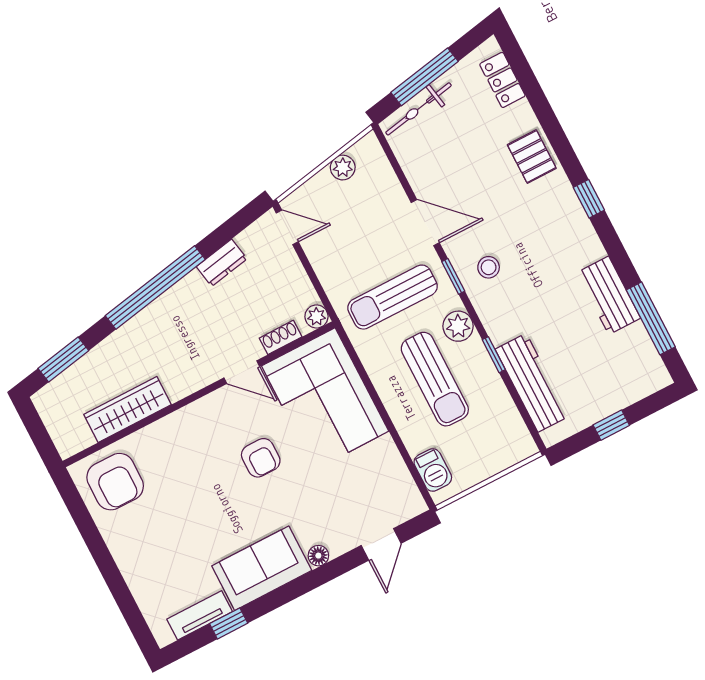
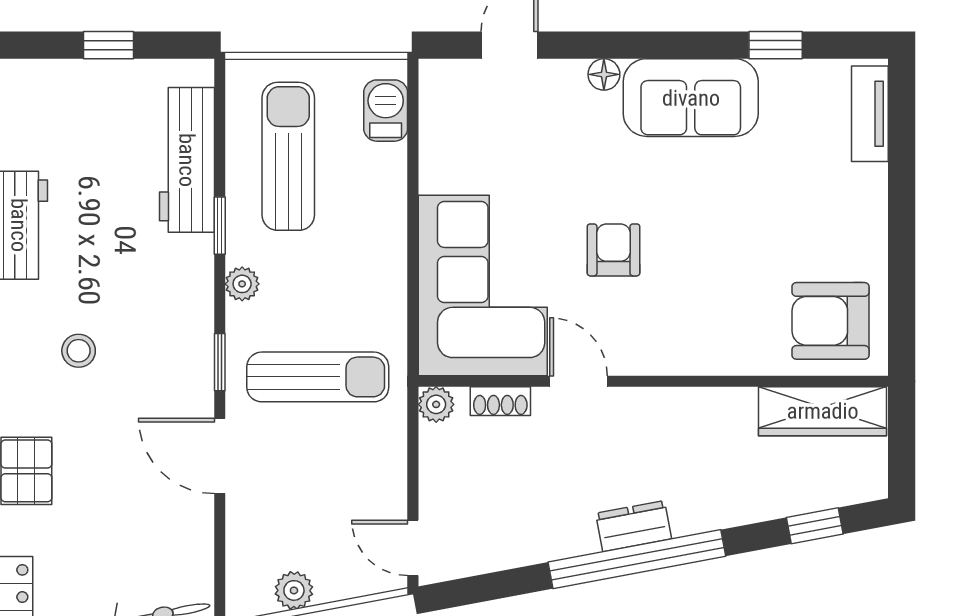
dresser: (222, 263) -> (634, 526), moved
stool: (489, 267) -> (79, 351), moved
plant: (458, 326) -> (242, 284), width x0.73, depth x0.73
window: (63, 359) -> (815, 526), width x0.67
sun lounger: (435, 379) -> (288, 156), moved
wardrobe: (128, 409) -> (823, 411), moved
armchair: (115, 482) -> (831, 321), turned -90
tv unit: (200, 615) -> (870, 114), moved, turned 90

